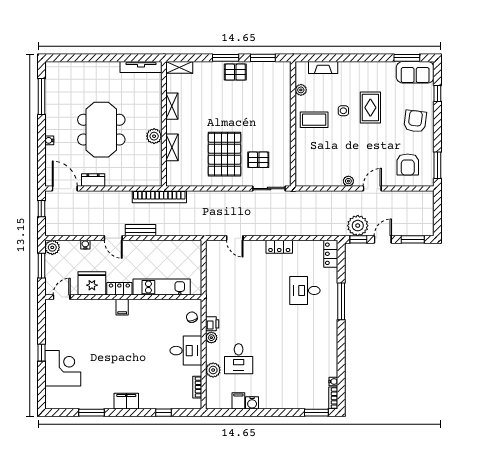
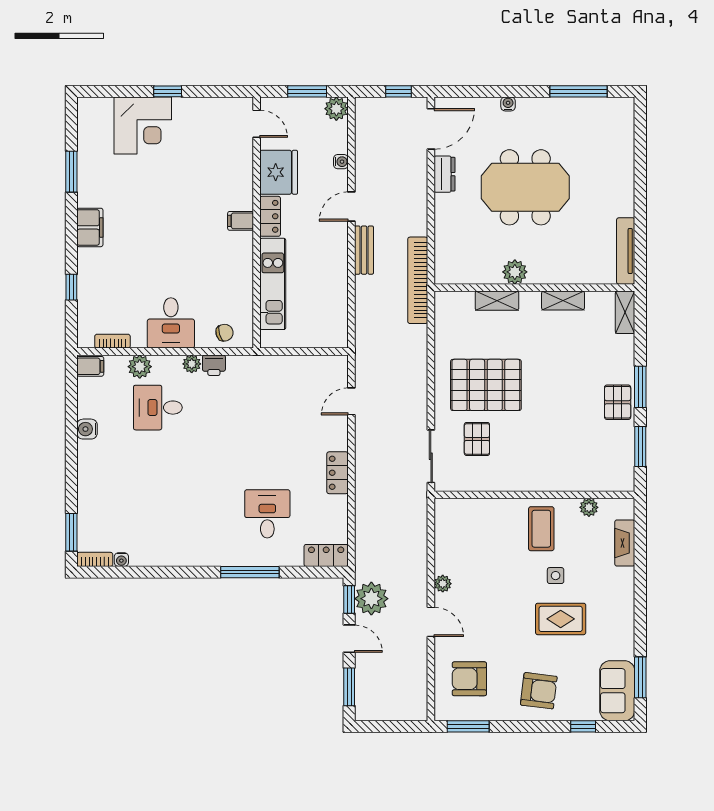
filing cabinet: (238, 401) -> (90, 366), moved

